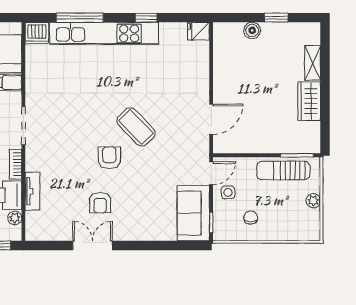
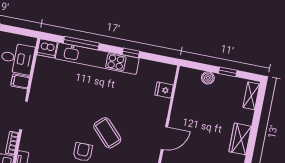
fridge: (199, 31) -> (164, 90), moved
shelving: (313, 63) -> (251, 96), moved

